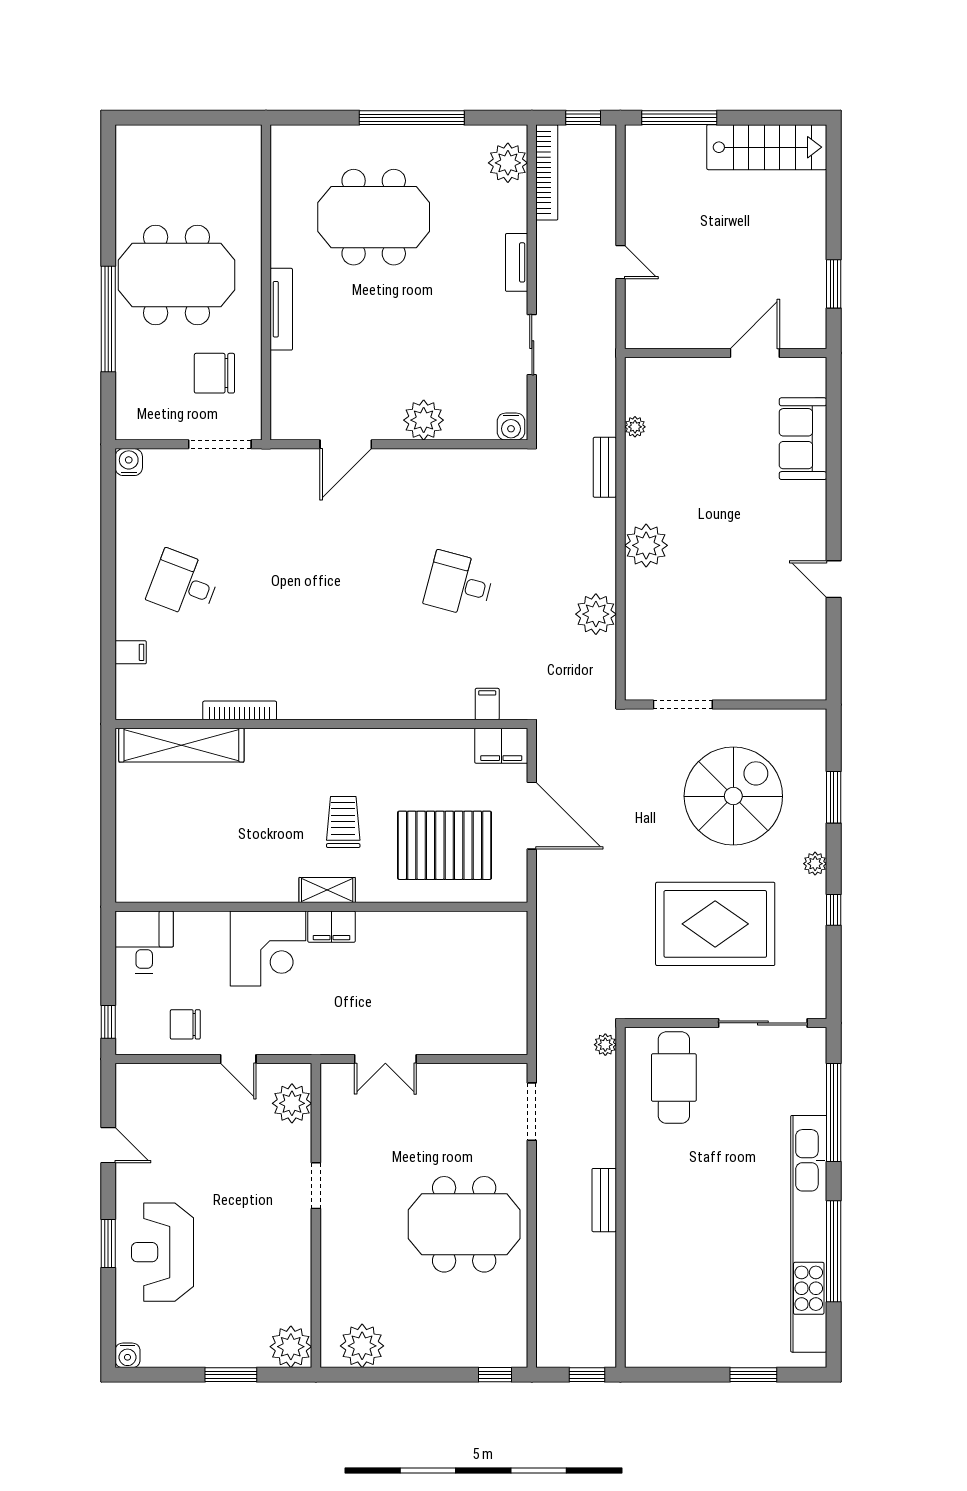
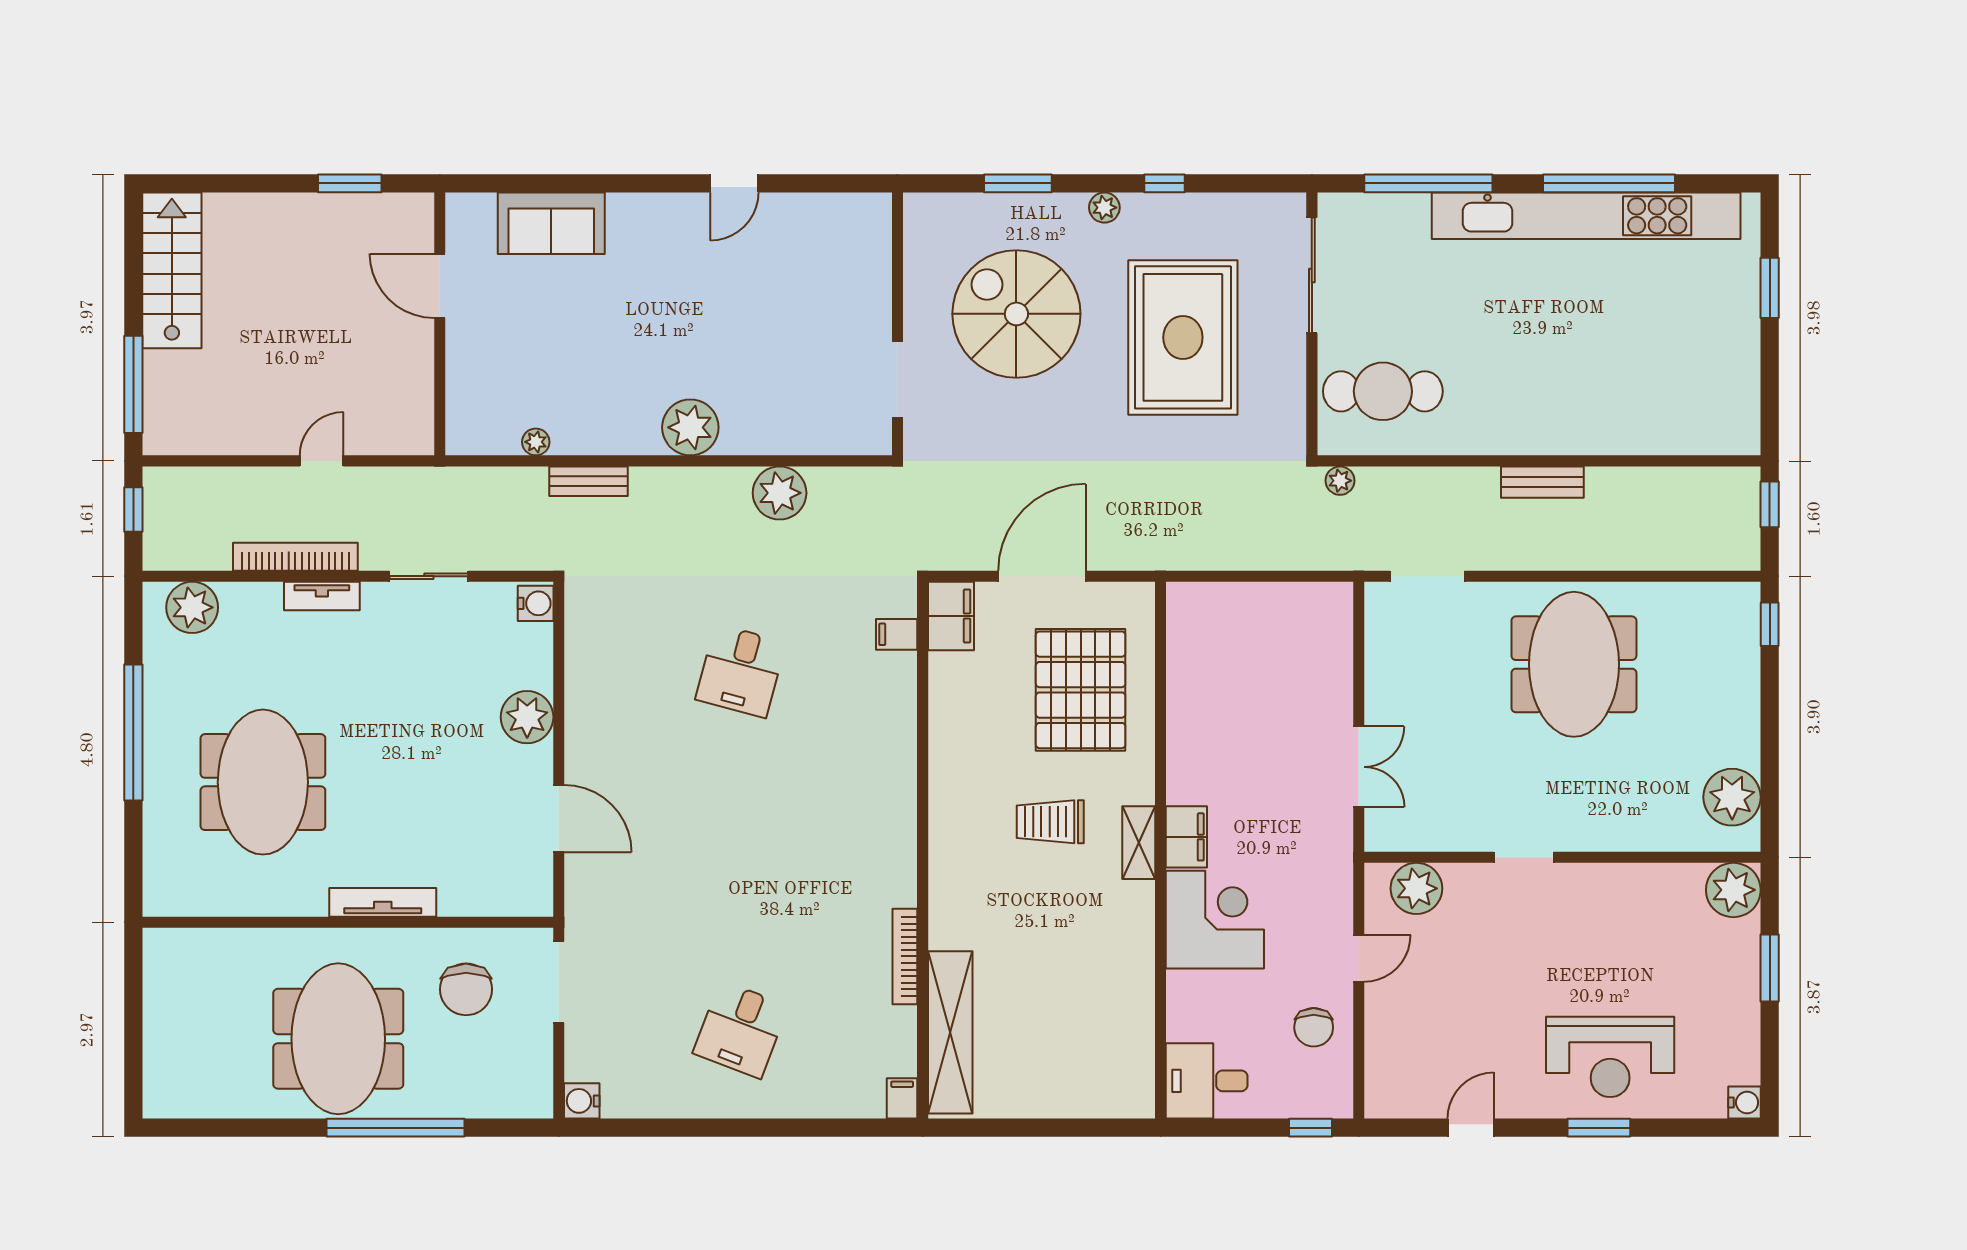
bookcase: (547, 172) -> (295, 557), moved
filing cabinet: (131, 652) -> (902, 1098), moved

